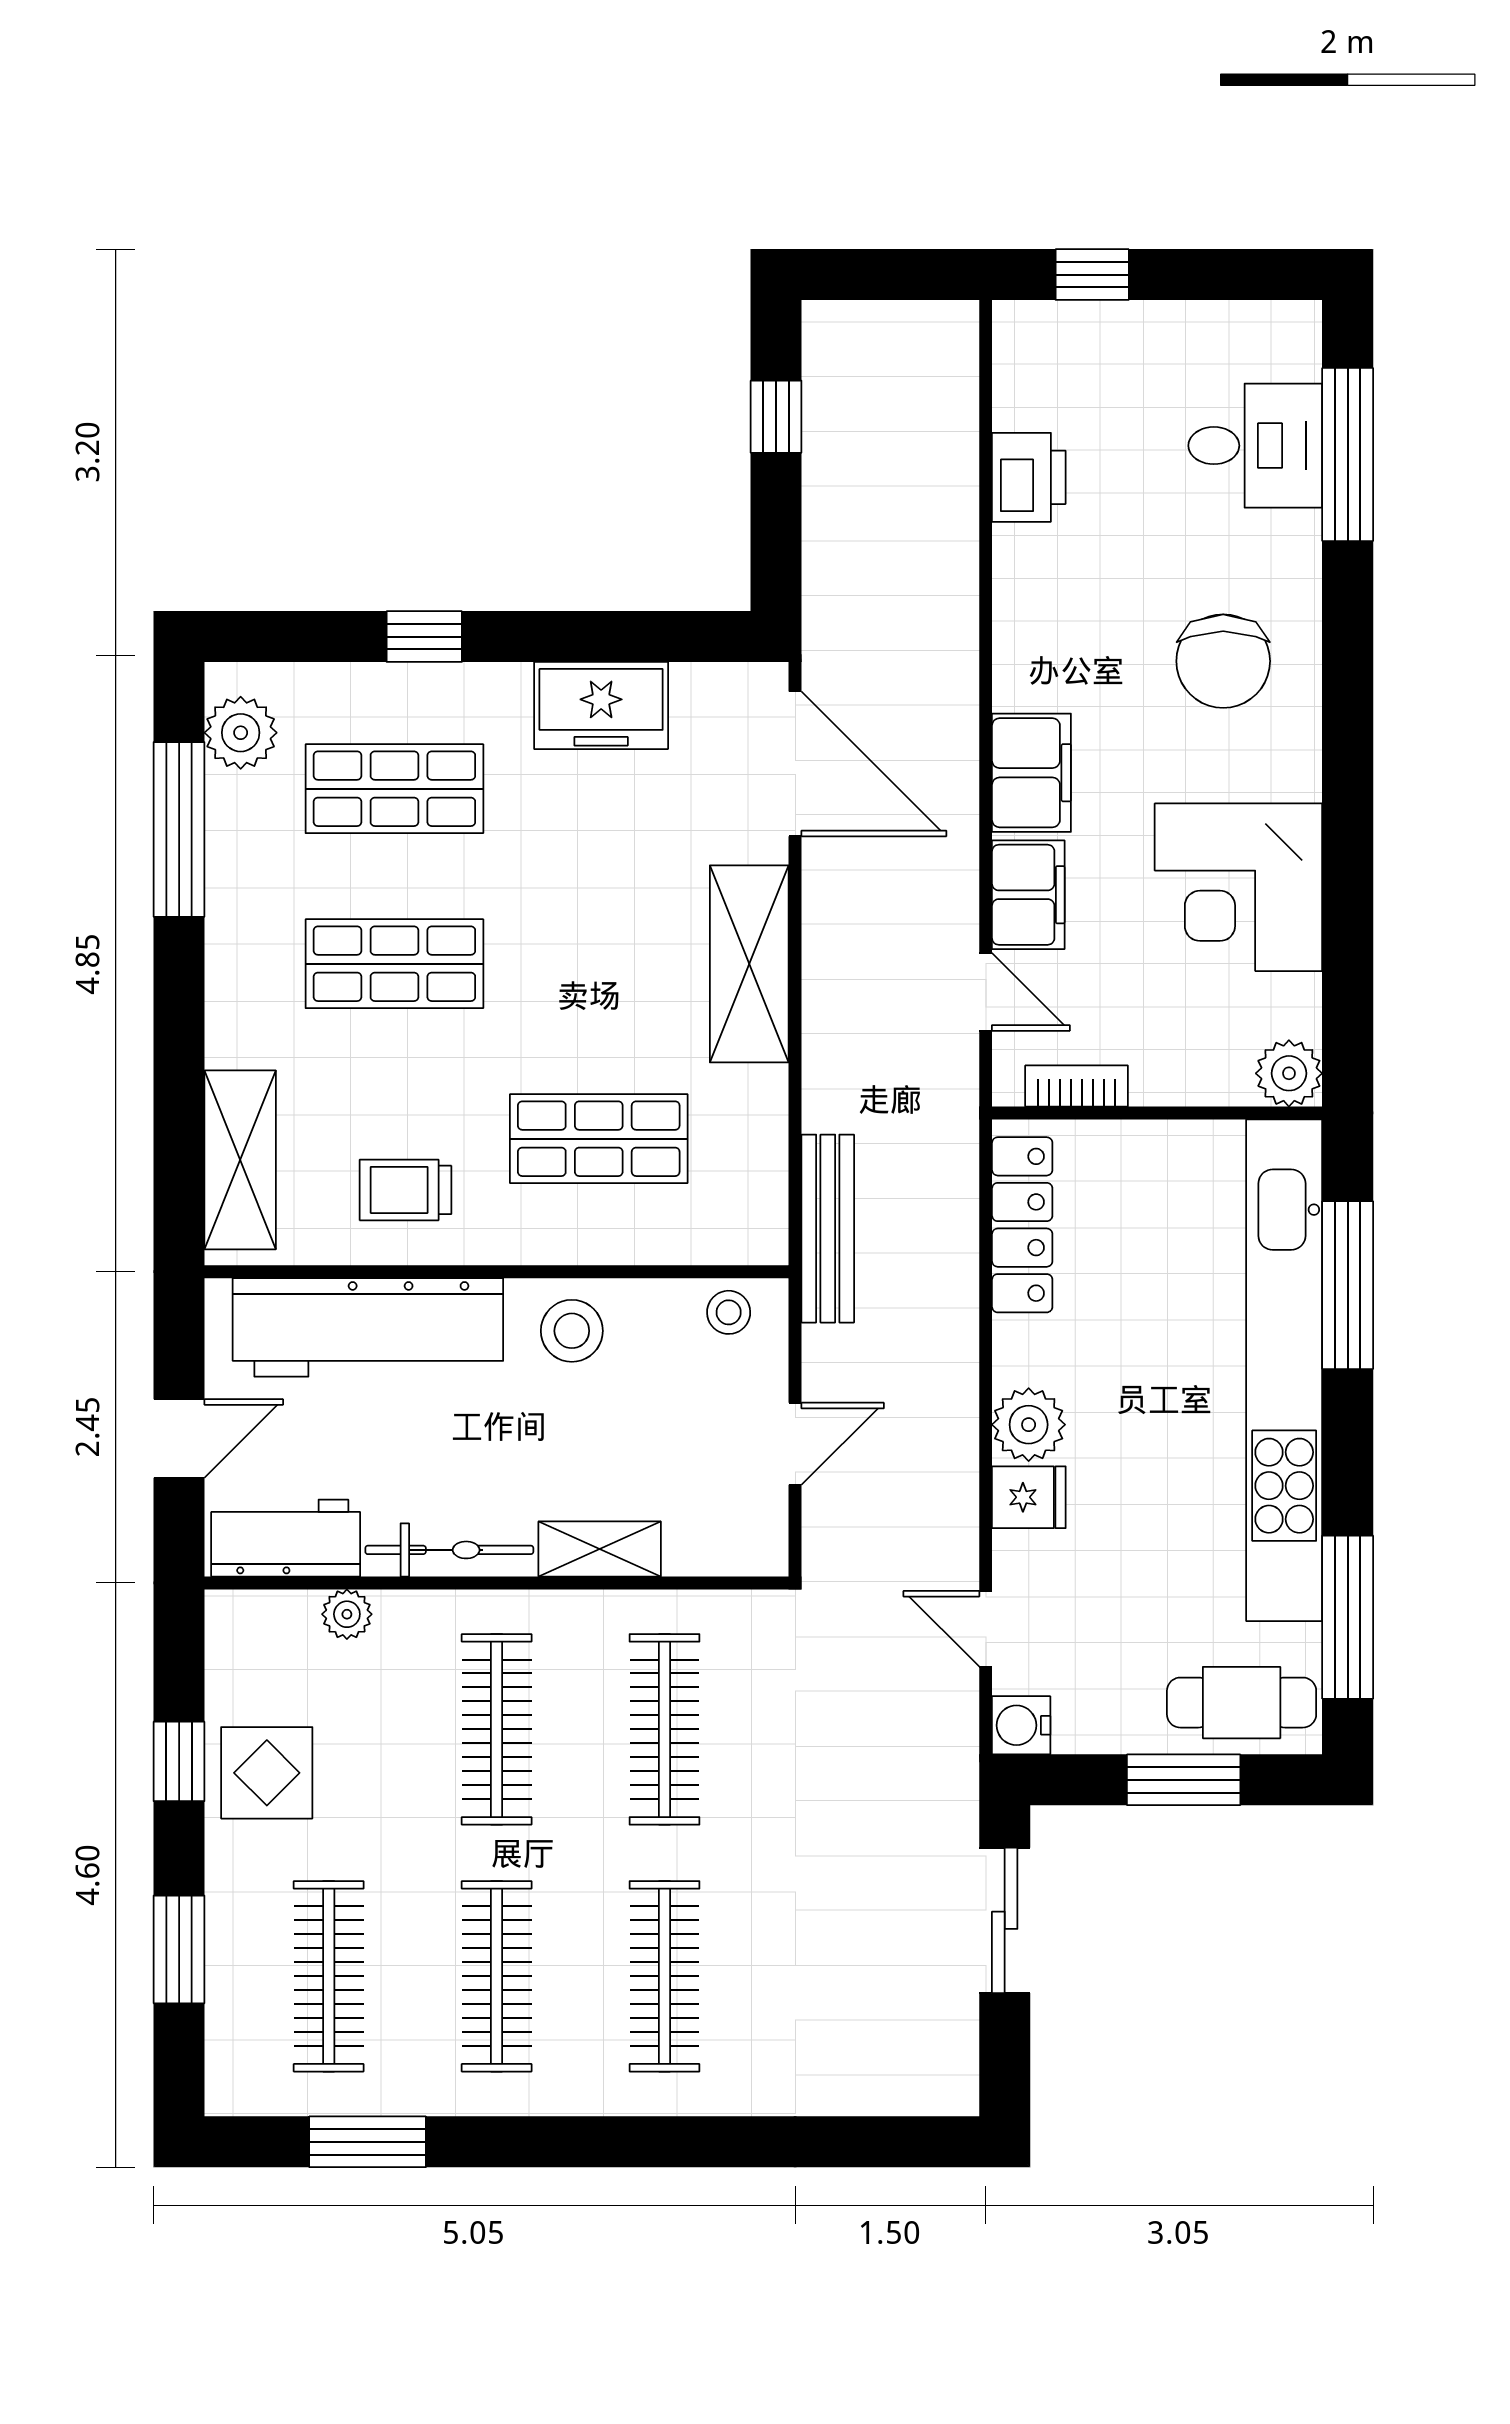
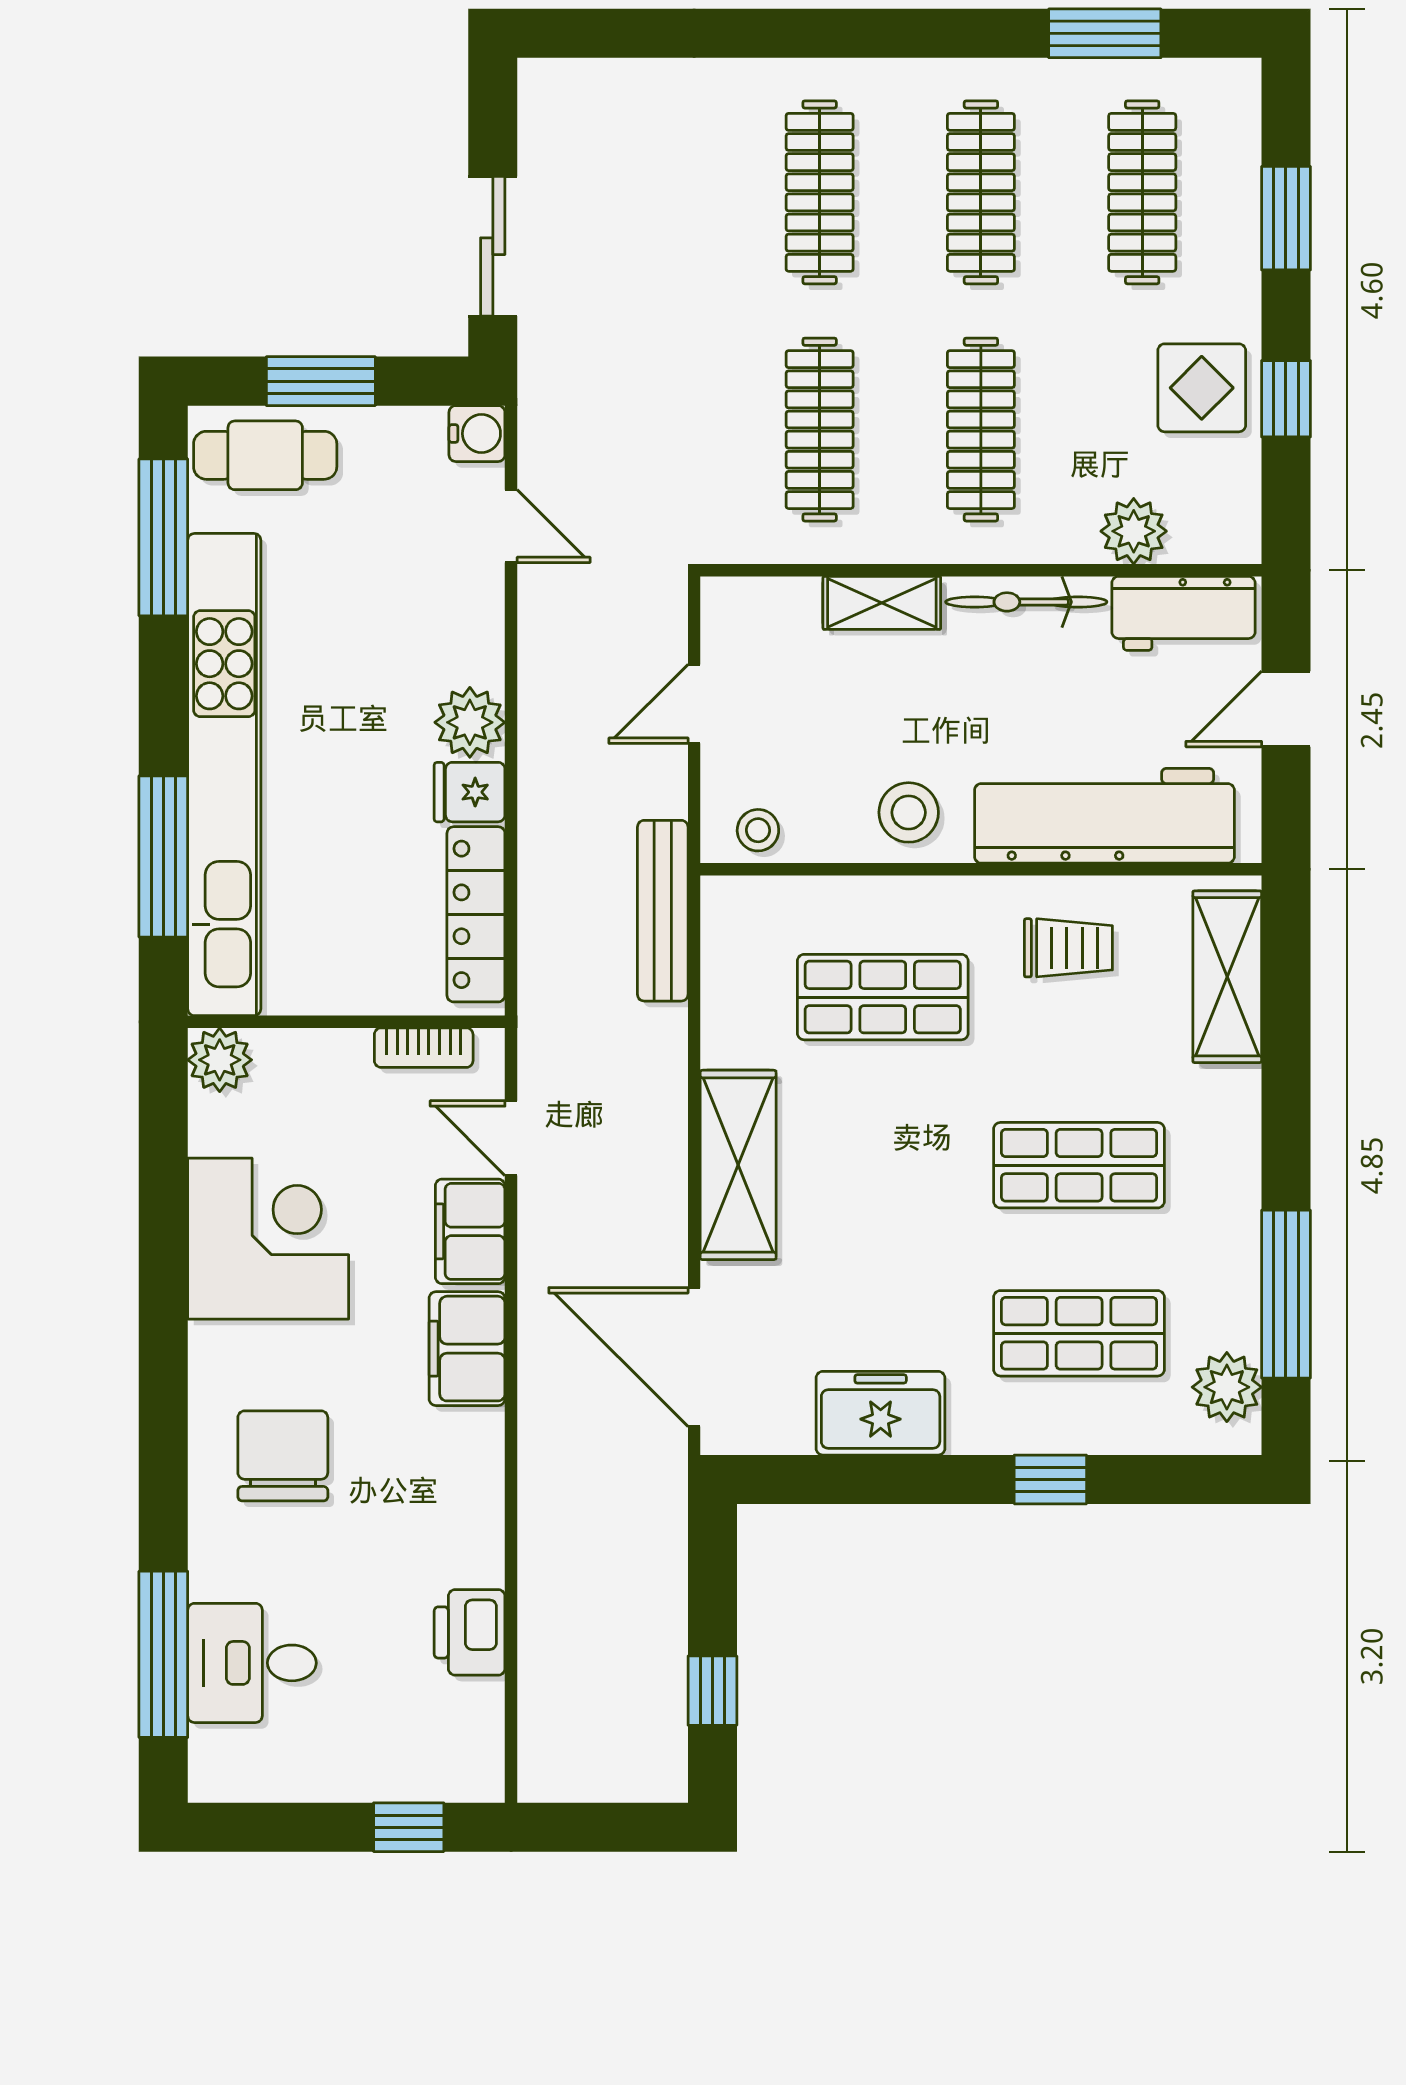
fridge: (1029, 1497) -> (470, 792), moved
plant: (347, 1614) -> (1134, 531), width x1.38, depth x1.38

